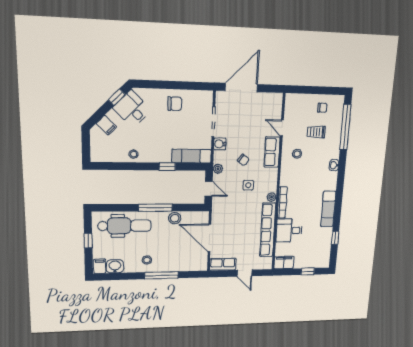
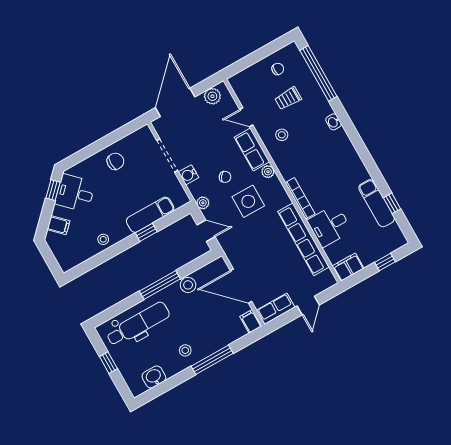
plant: (269, 99) -> (212, 96), added
exam couch: (192, 156) -> (150, 215), moved
side table: (248, 185) -> (248, 201), width x1.87, depth x1.87
plant: (272, 197) -> (268, 172), moved
exam couch: (328, 209) -> (377, 203), moved
filing cabinet: (100, 266) -> (251, 321), moved
door: (245, 273) -> (308, 305), hinge flipped

